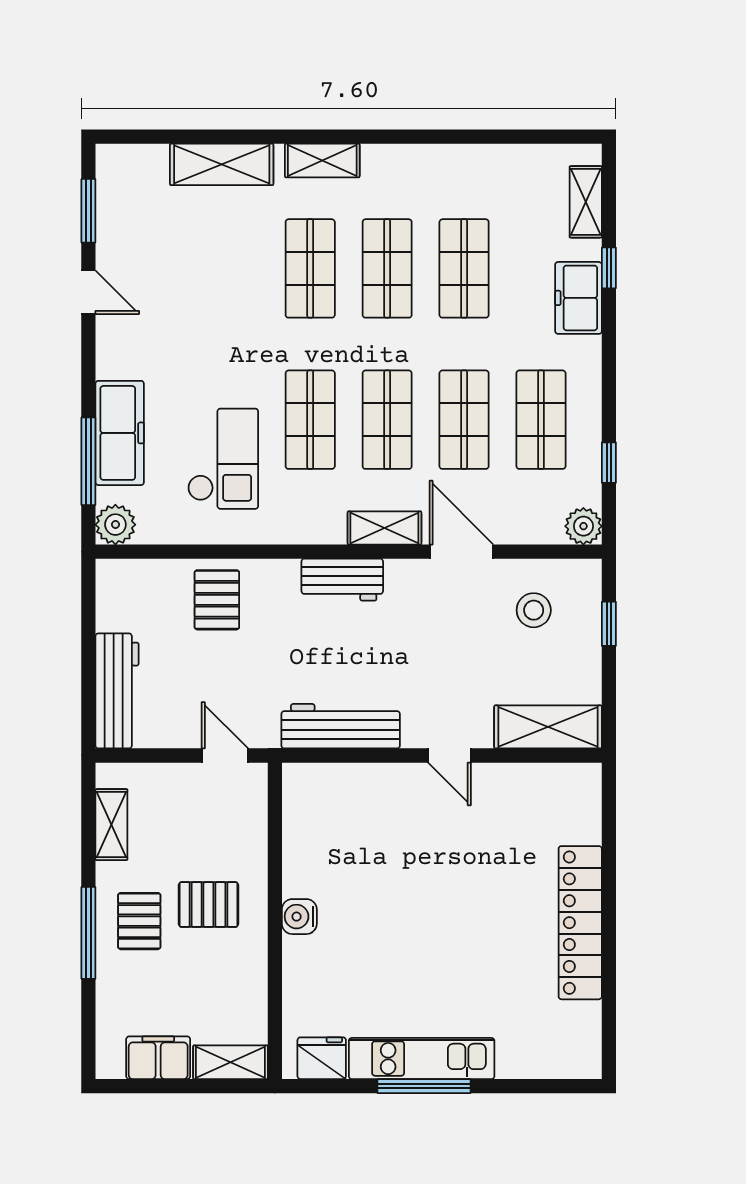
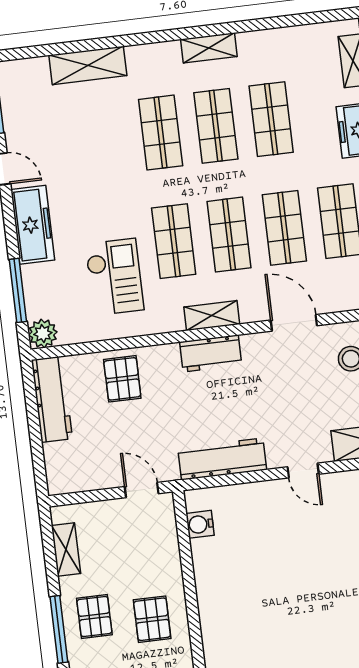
shelving: (322, 160) -> (209, 48), moved
freezer: (120, 433) -> (33, 225), moved
shelving: (384, 528) -> (212, 316), moved
workbench: (117, 691) -> (52, 399), moved
pallet: (208, 905) -> (152, 619), moved, turned 90
water cooler: (299, 917) -> (200, 524), moved

